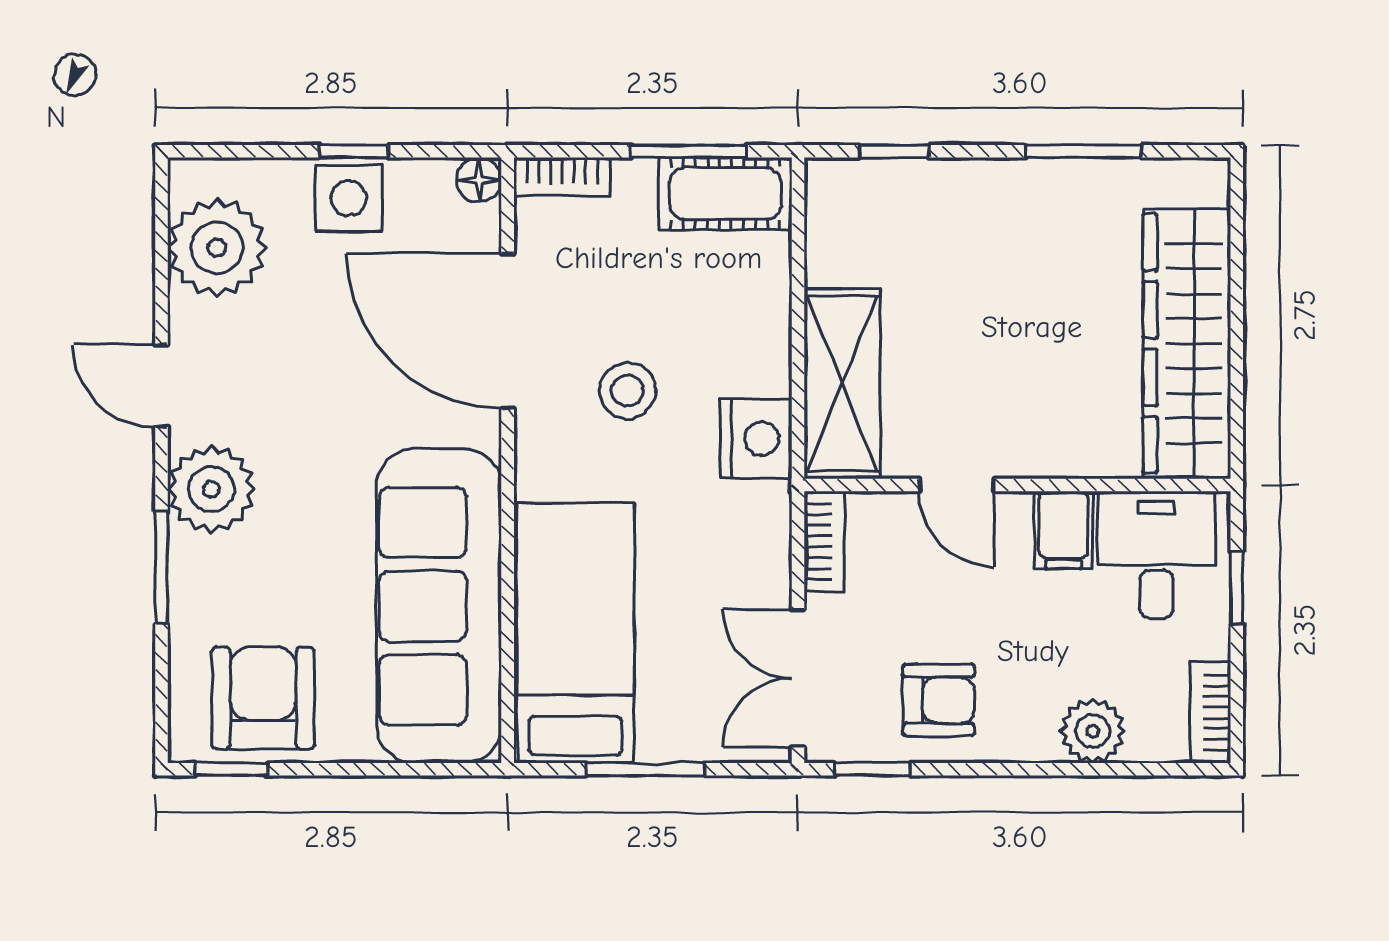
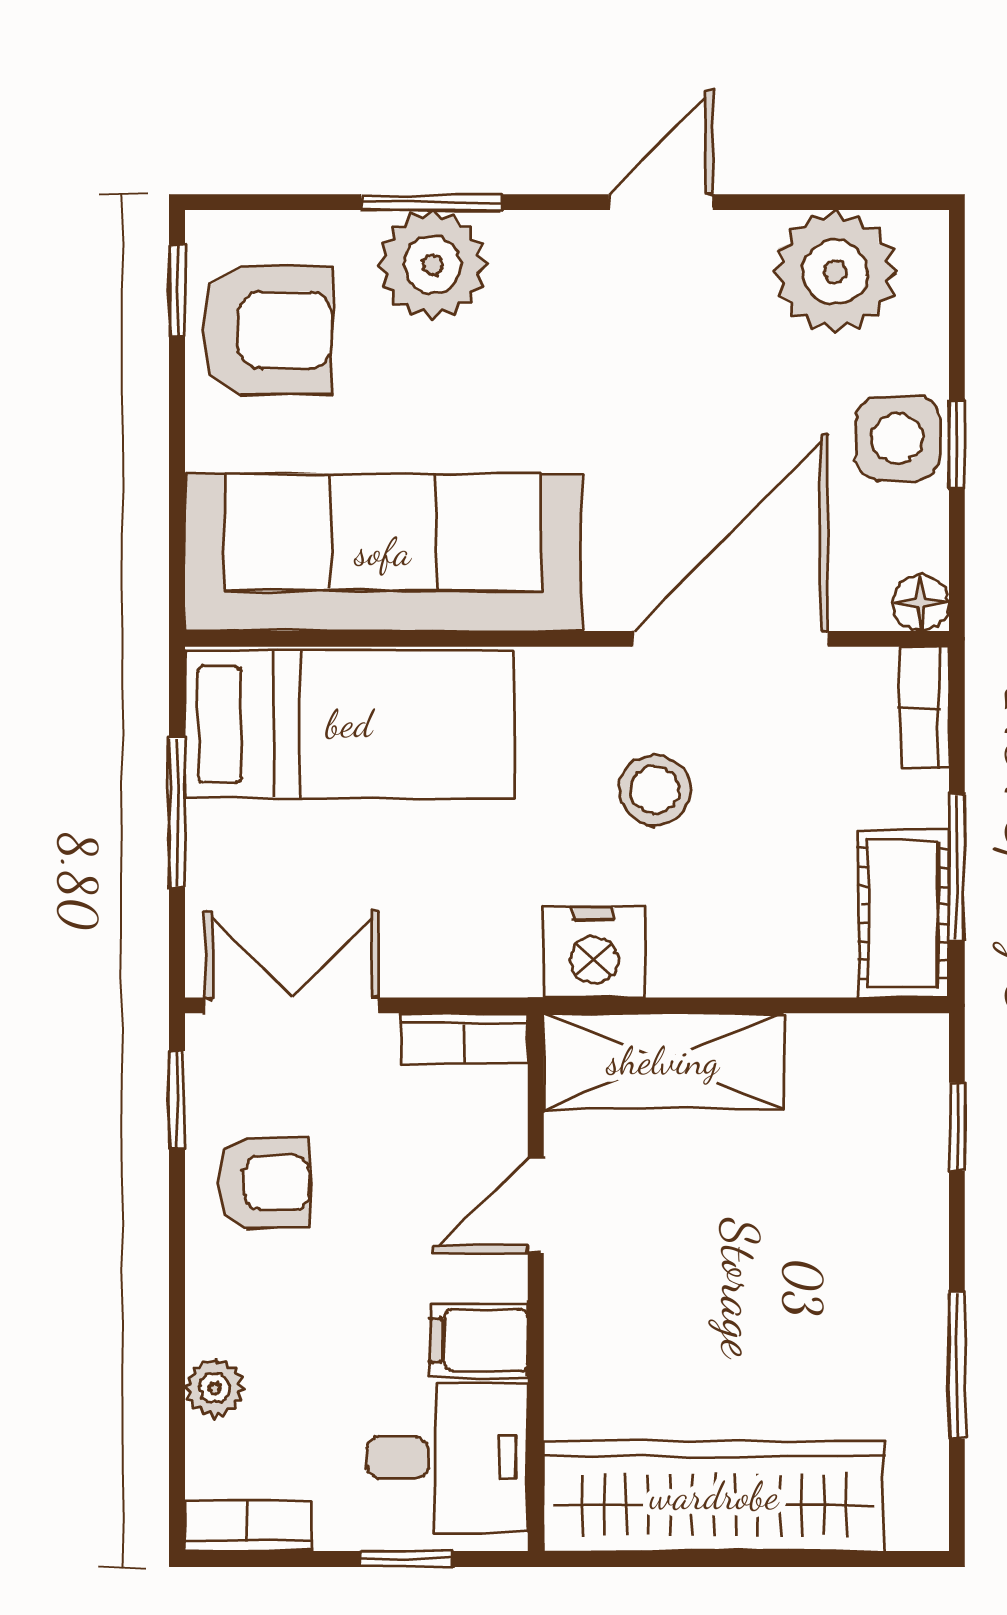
plant: (211, 489) -> (433, 265), moved
armchair: (939, 700) -> (264, 1183), turned -90
plant: (1093, 731) -> (214, 1388), width x0.73, depth x0.73

